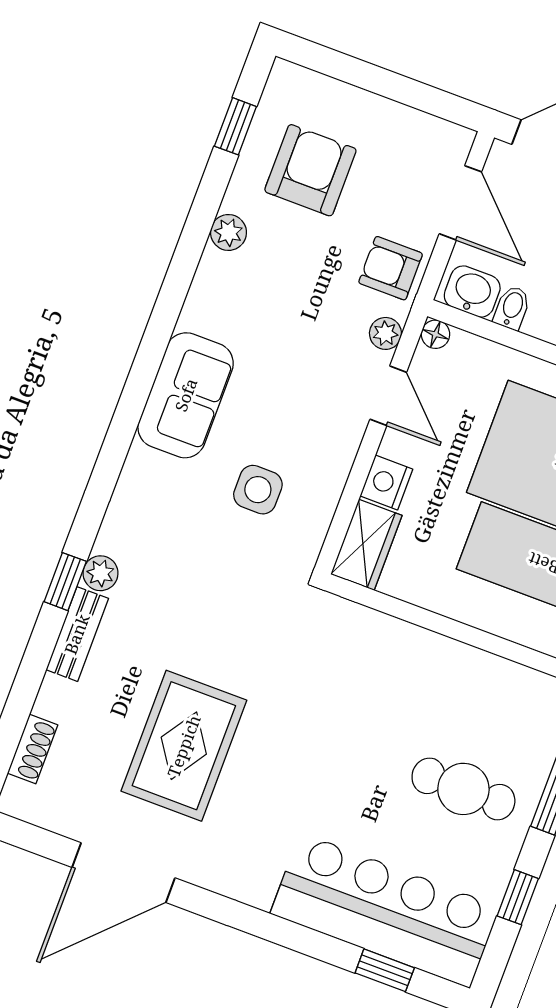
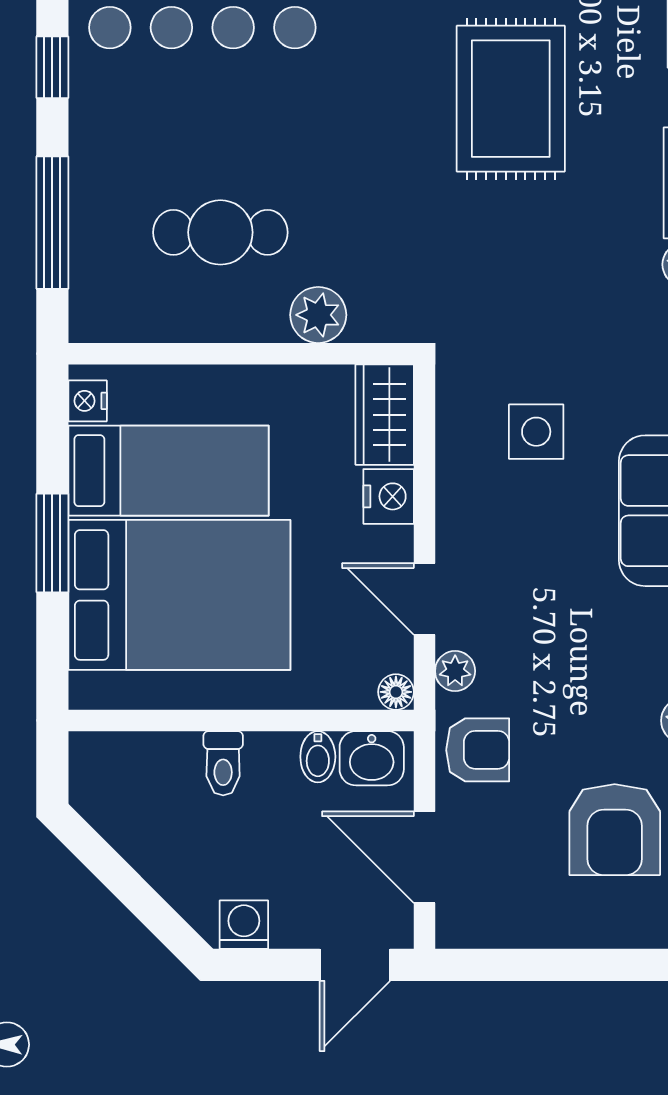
plant: (388, 638) -> (318, 315), added
cafe table: (463, 789) -> (220, 232), moved

